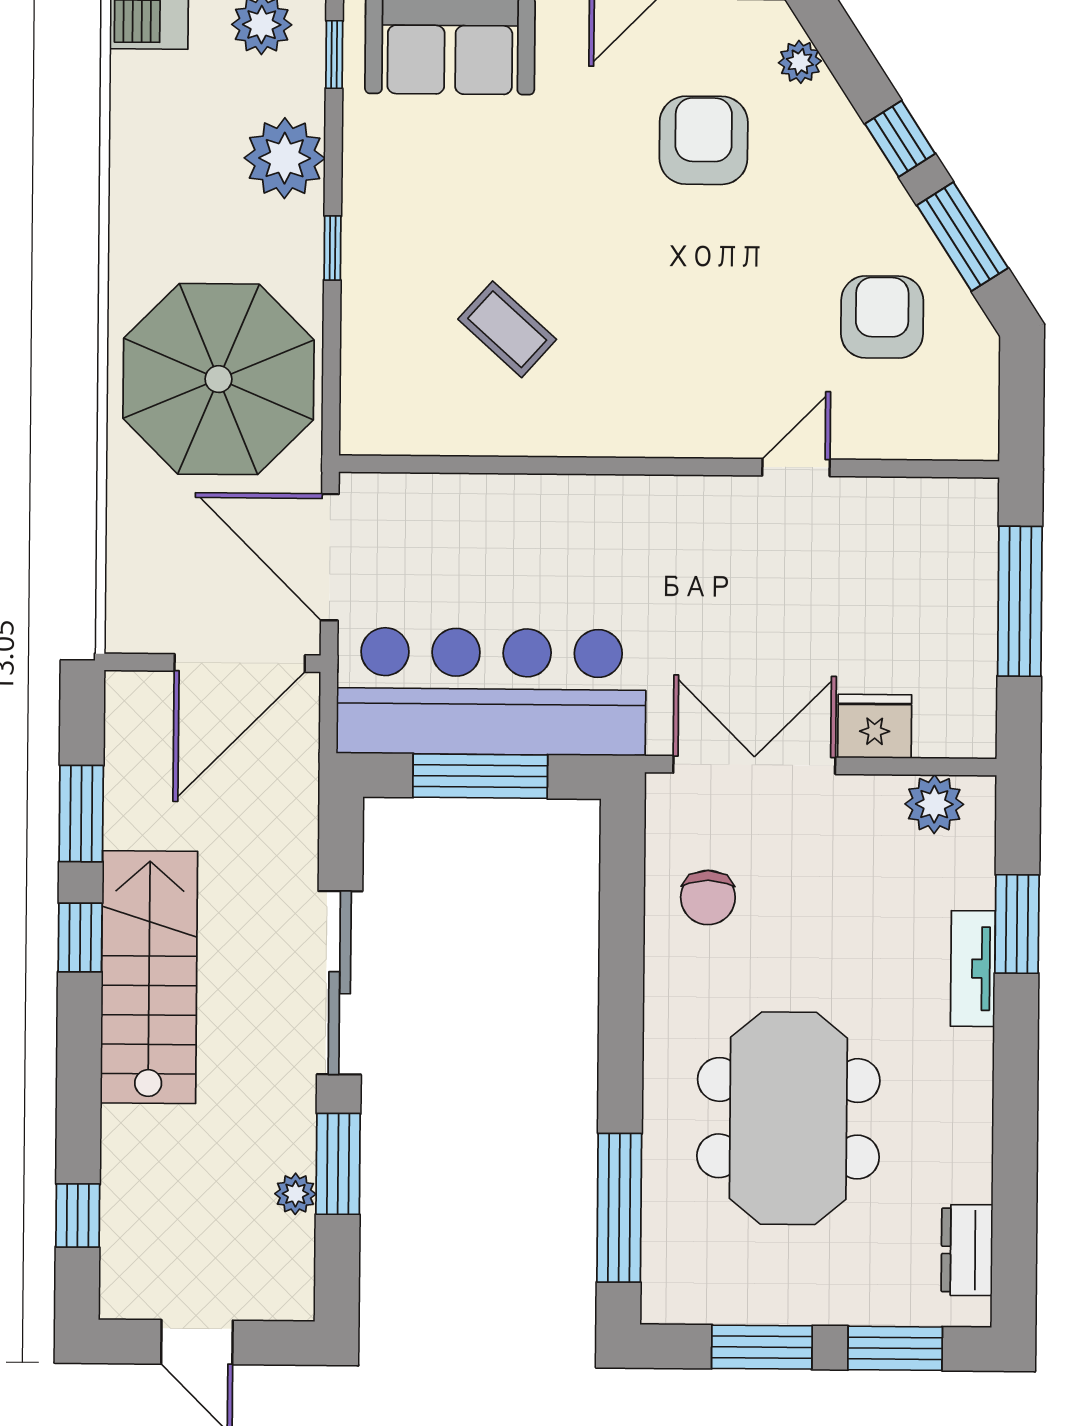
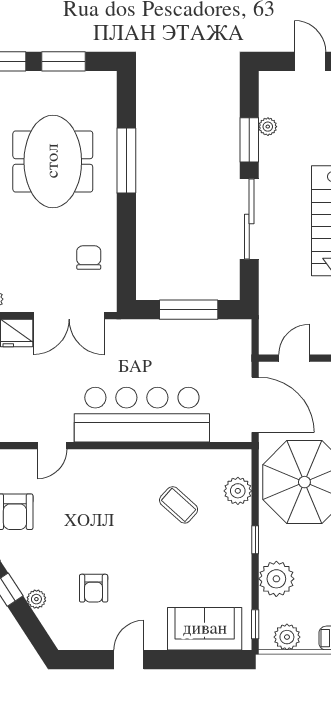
plant: (800, 62) -> (36, 599), moved
armchair: (704, 140) -> (94, 588), width x0.72, depth x0.72
plant: (371, 360) -> (238, 491), added
door: (240, 663) -> (294, 358), width x0.53
bar counter: (491, 692) -> (142, 415), moved, turned 180
window: (619, 1208) -> (126, 161), moved

